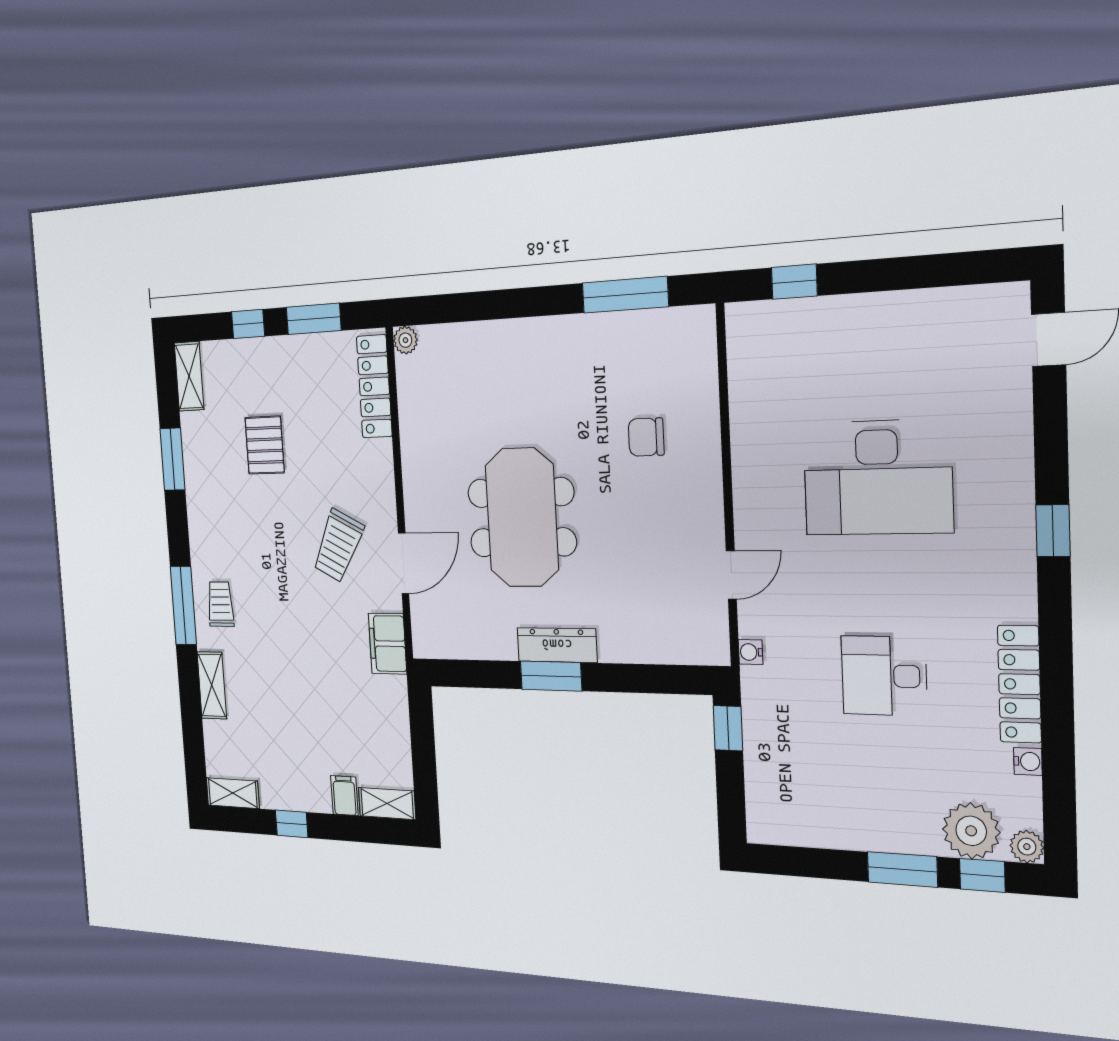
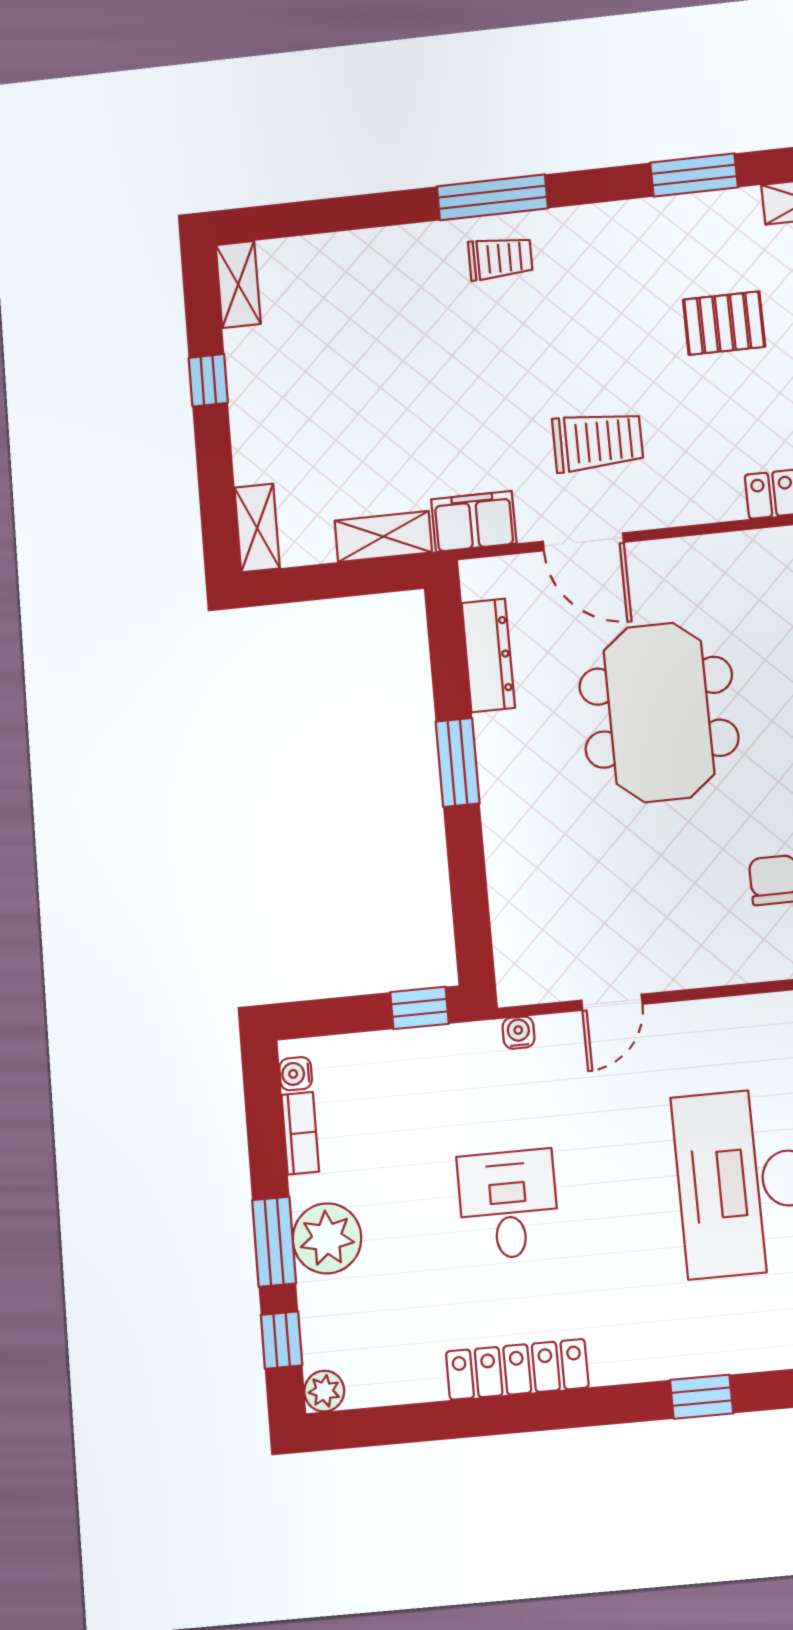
meeting table: (522, 517) -> (659, 712), turned 90
trolley: (338, 546) -> (598, 441), turned 153
door: (731, 575) -> (612, 1002), hinge flipped
dresser: (557, 645) -> (488, 655), moved
shelving: (212, 685) -> (383, 536), moved
water cooler: (1028, 761) -> (296, 1074), moved, turned 90
filing cabinet: (344, 796) -> (259, 462), removed
plant: (971, 831) -> (327, 1238), moved
bookcase: (818, 836) -> (300, 1133), added

